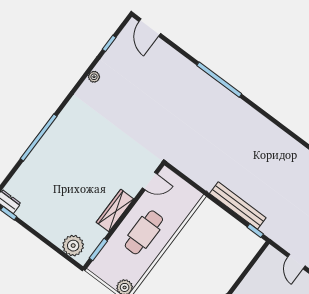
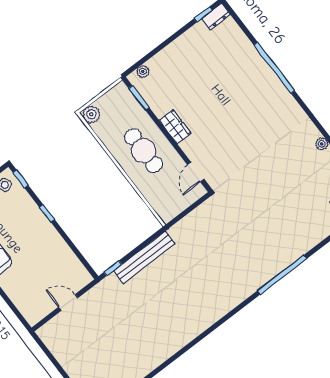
wardrobe: (115, 211) -> (175, 127), width x0.67
plant: (73, 246) -> (143, 71), width x0.53, depth x0.53

